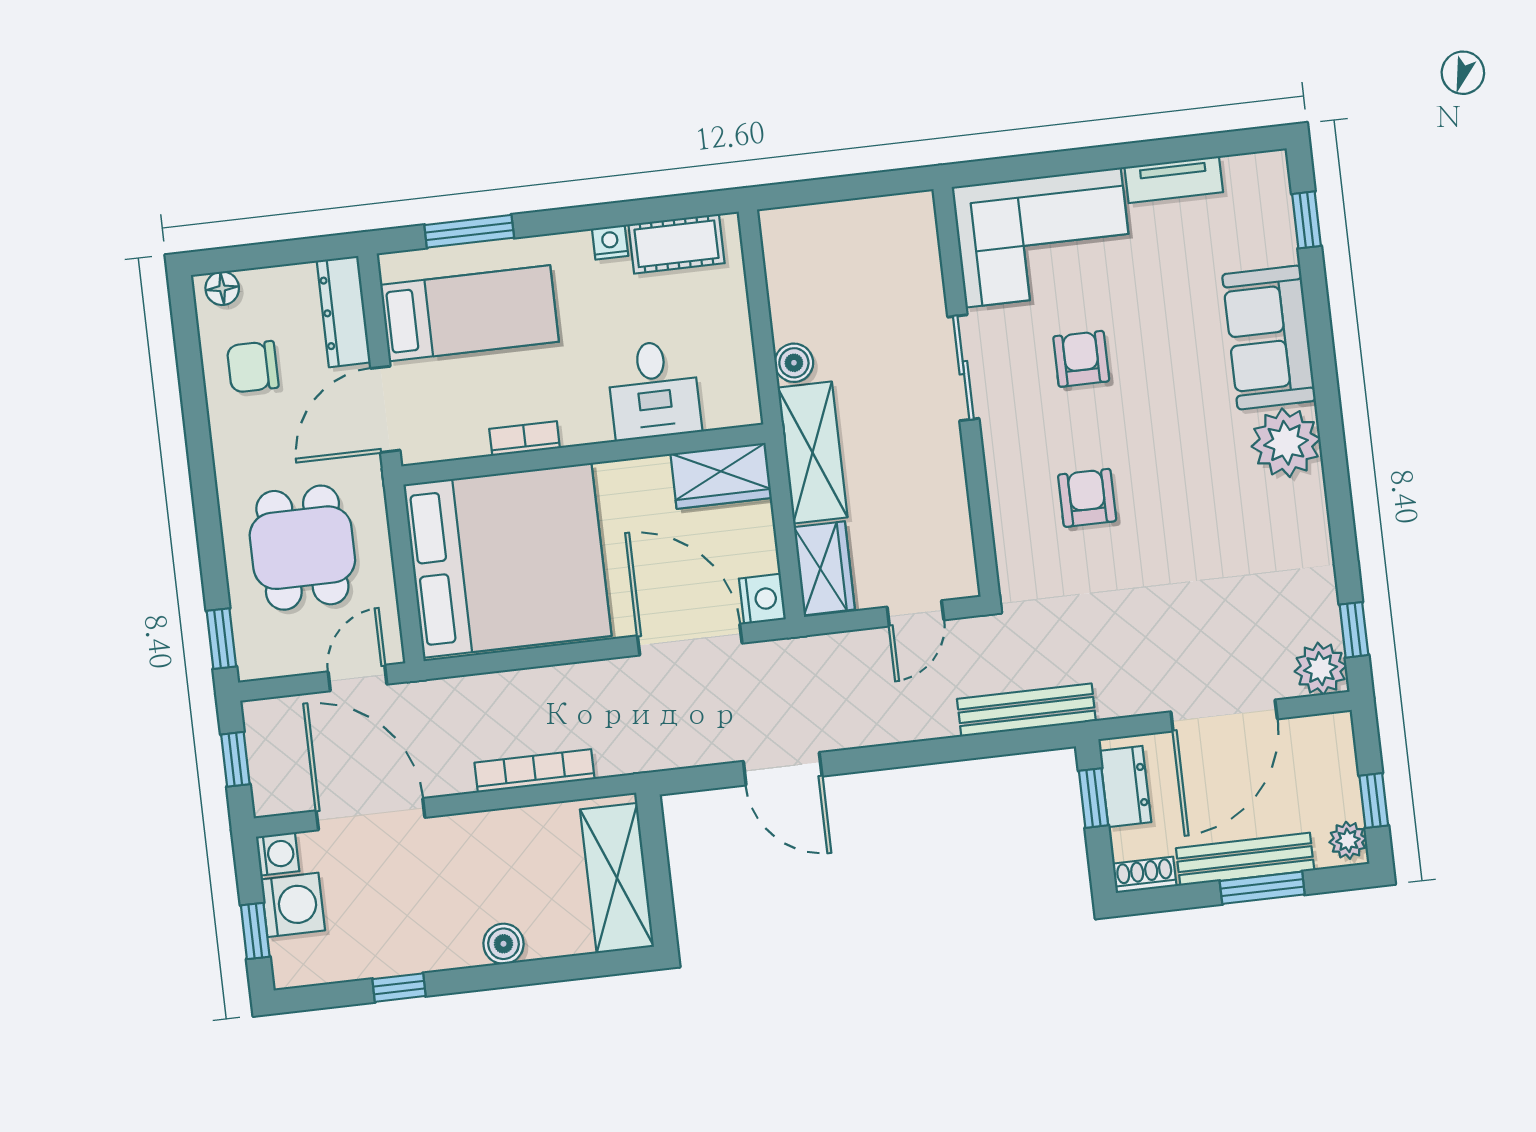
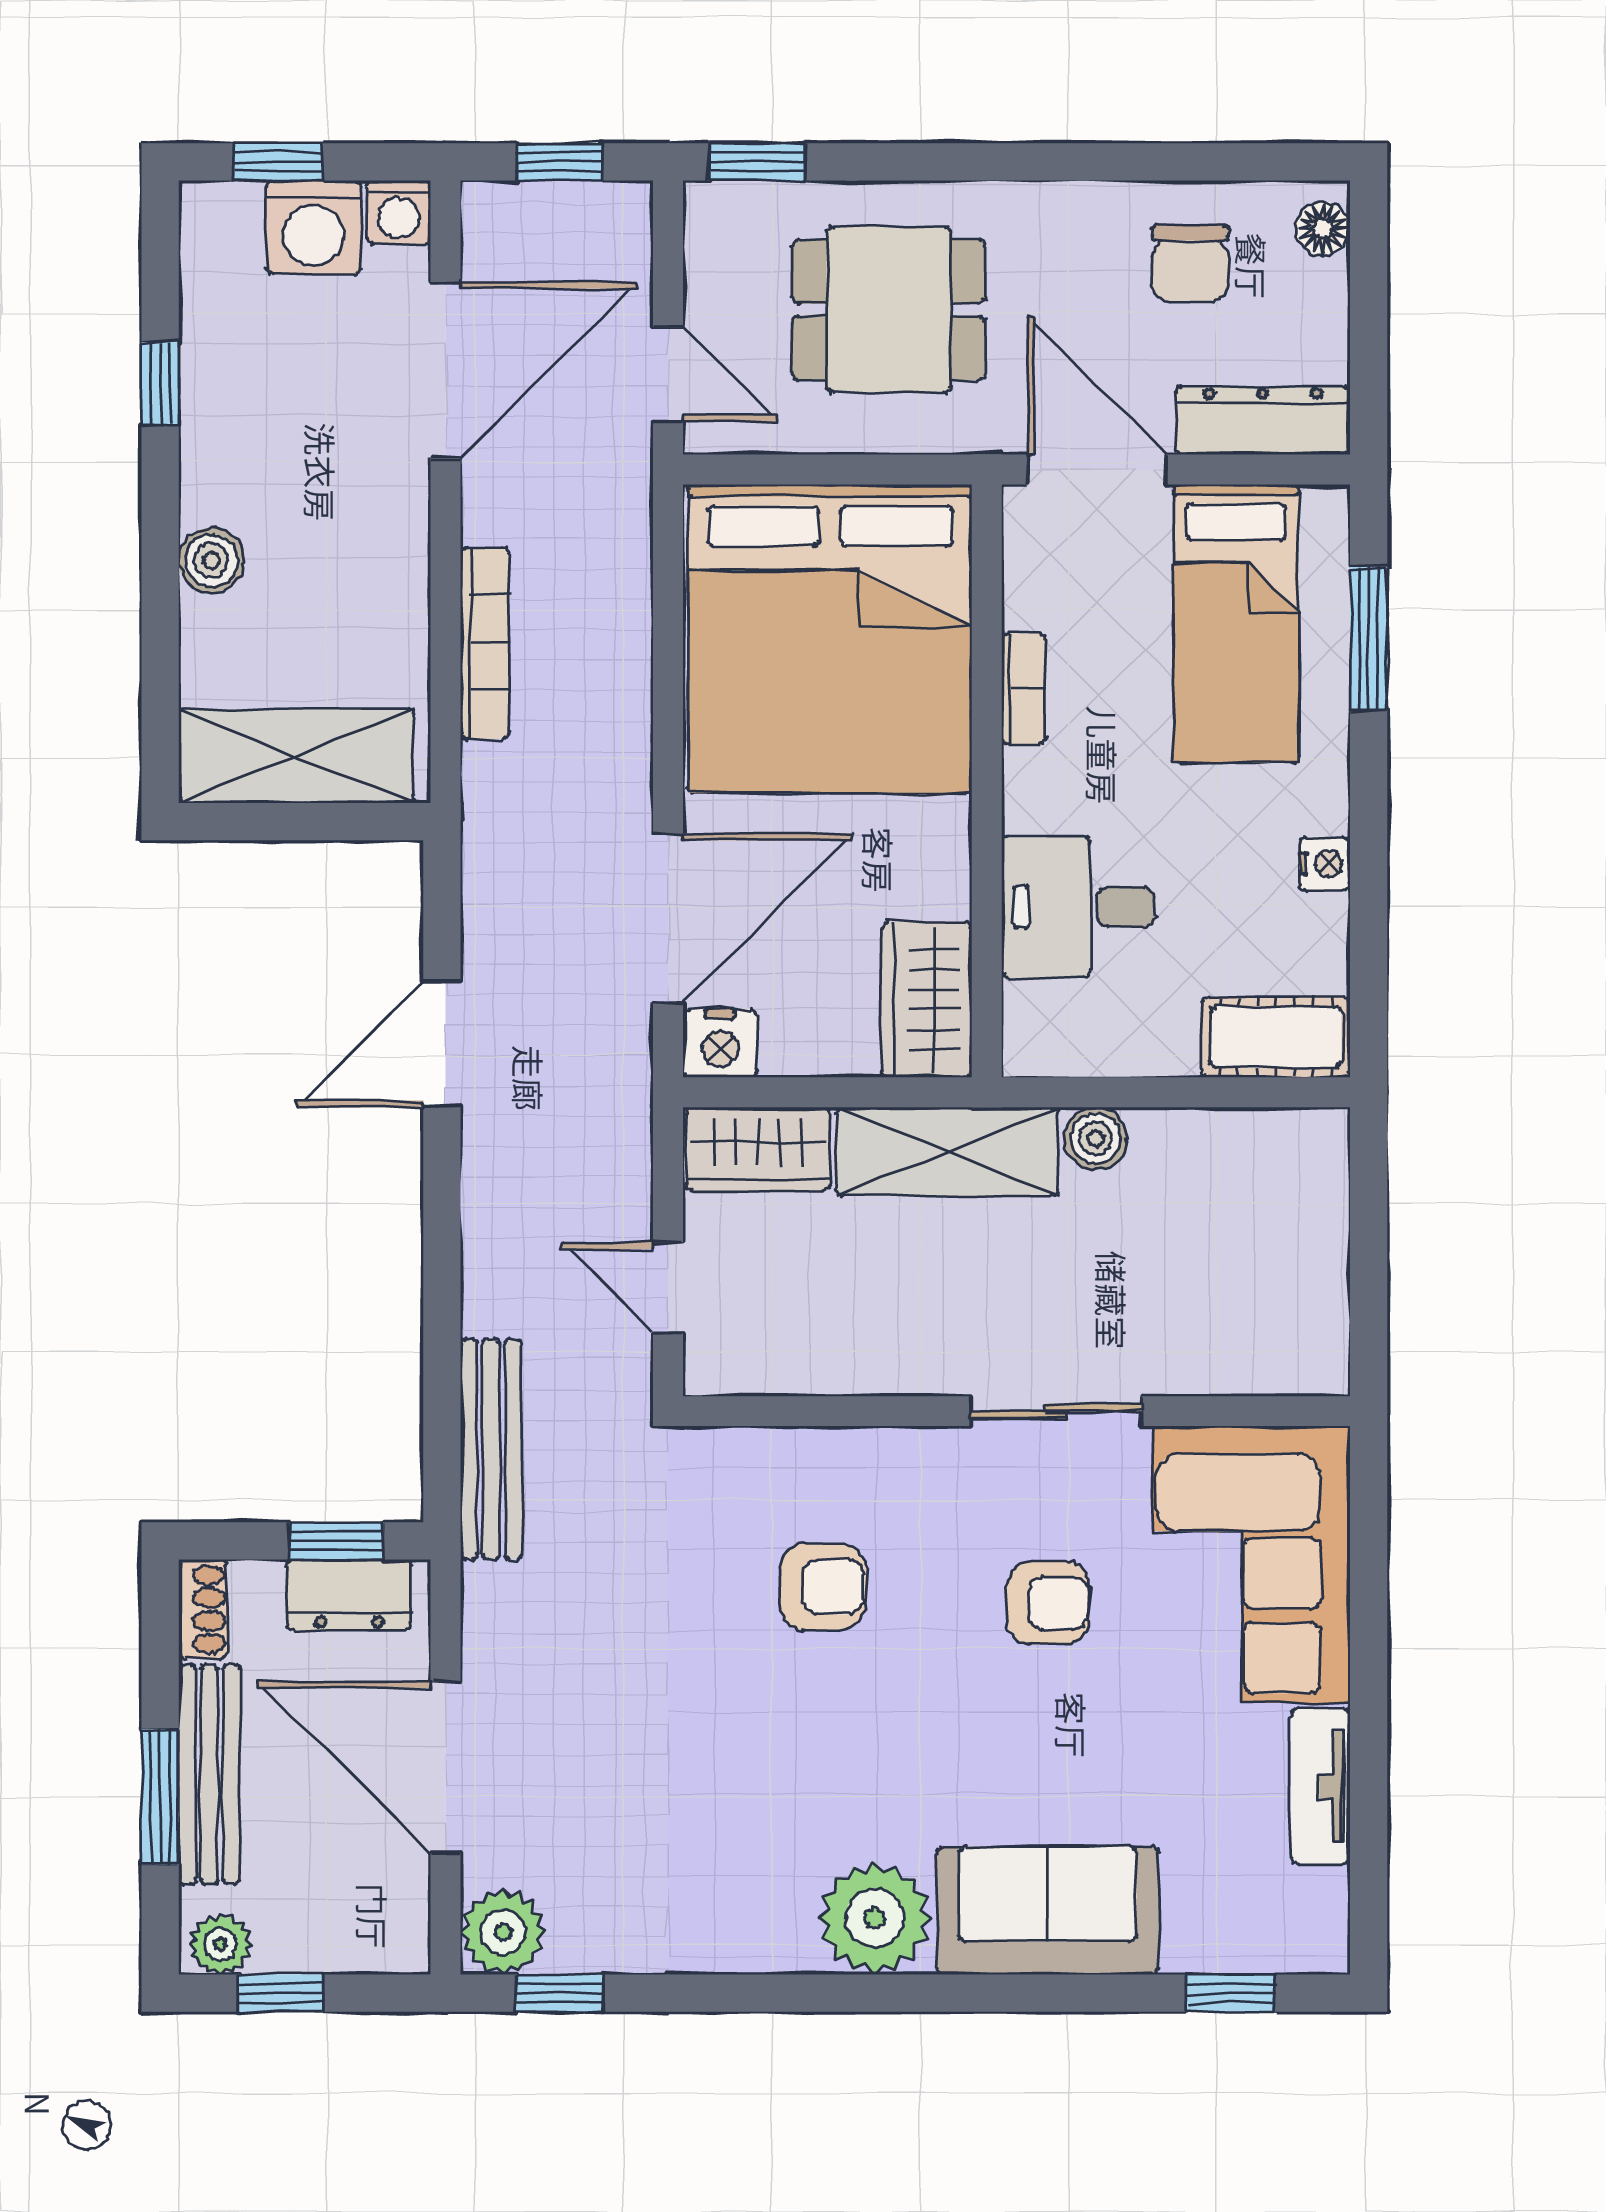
cot: (677, 244) -> (1276, 1037), moved, turned 90
chair: (253, 367) -> (1190, 263), turned 180

